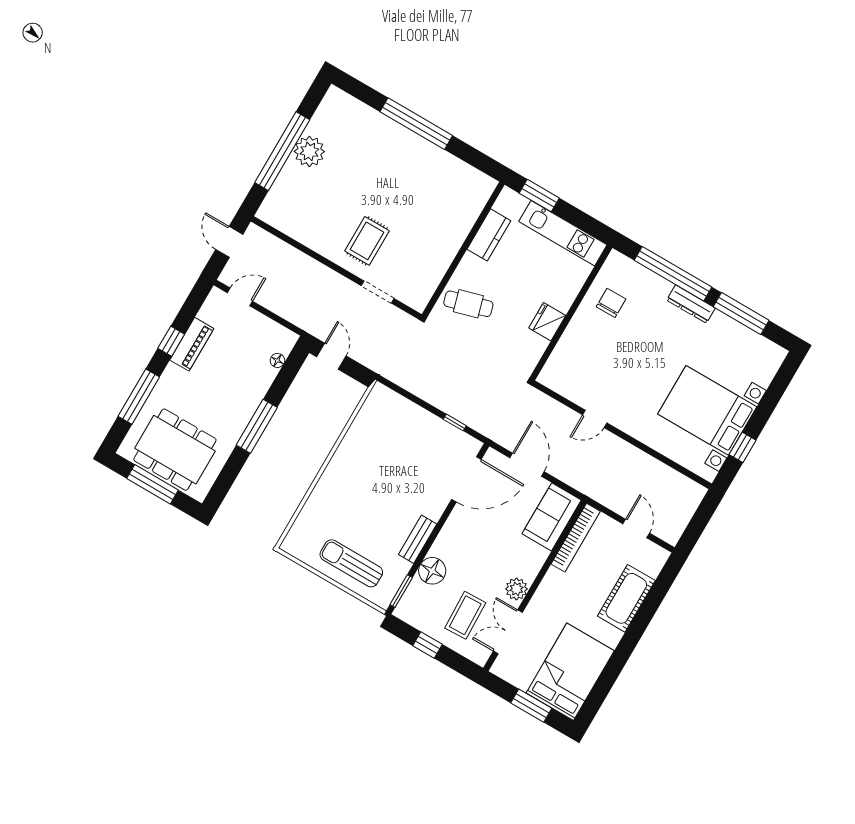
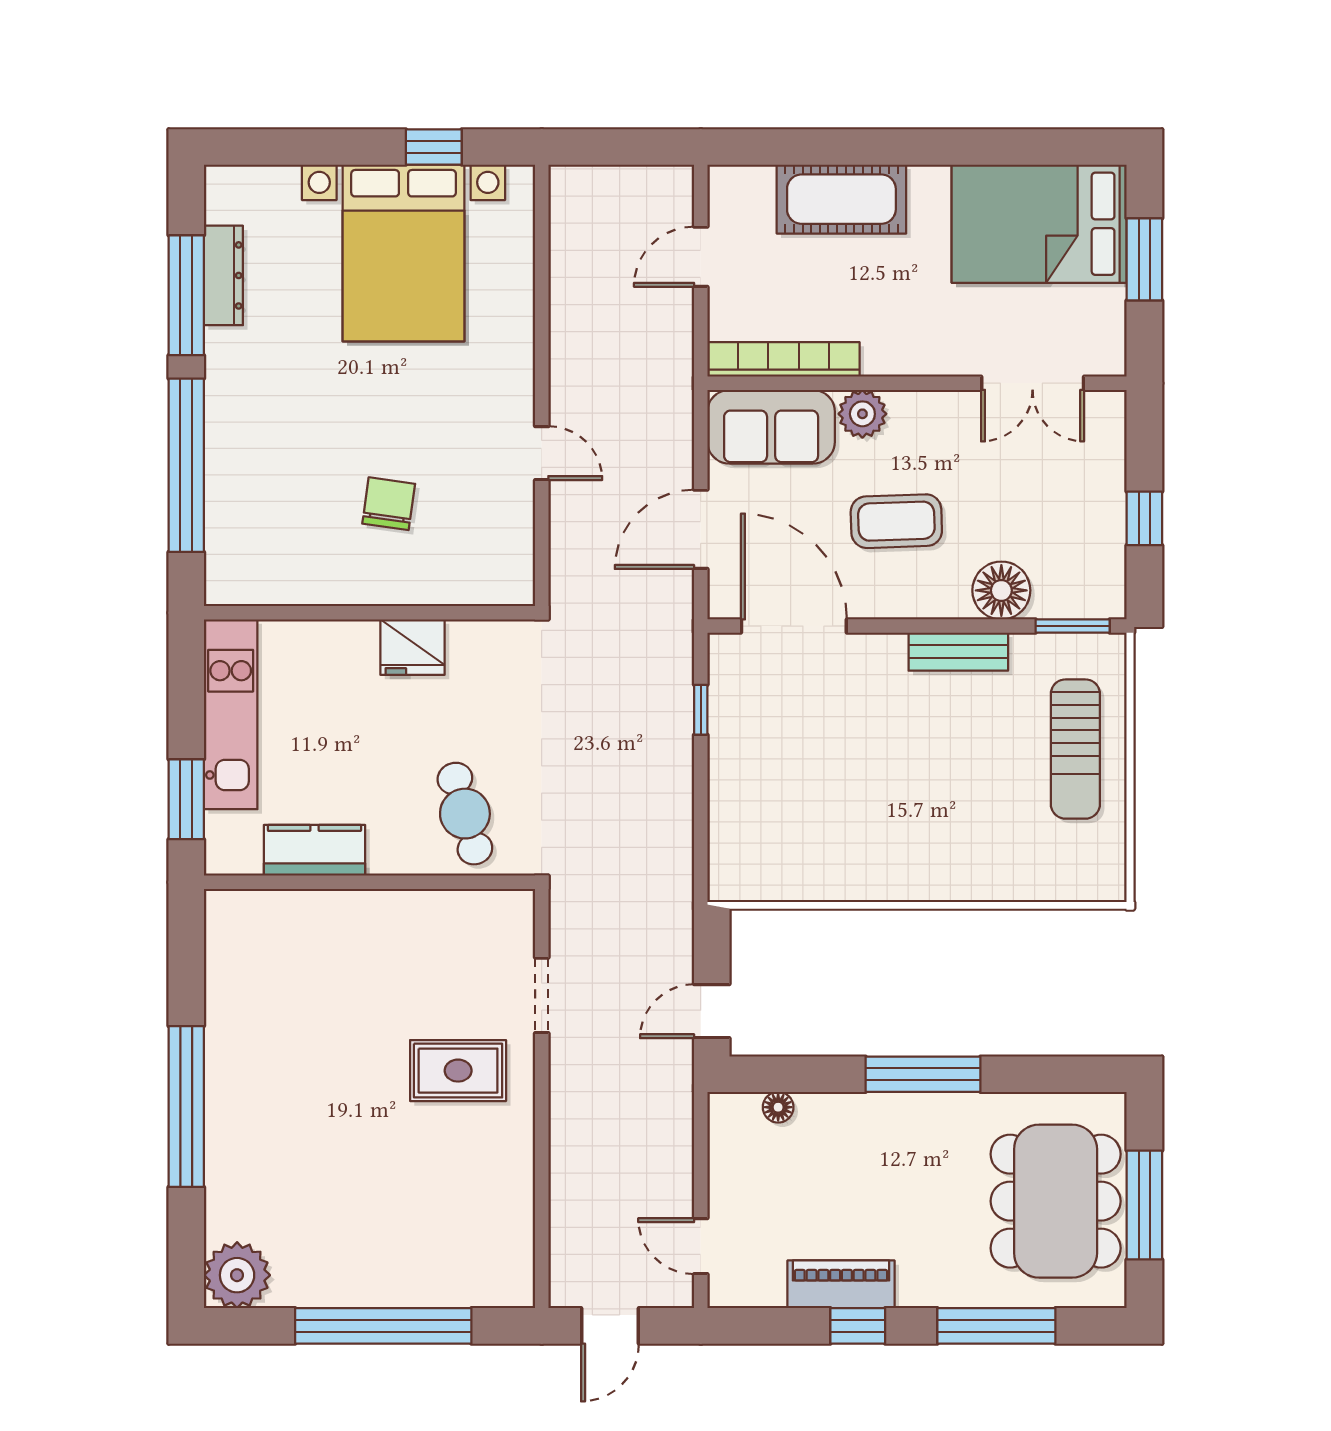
plant: (309, 151) -> (237, 1275), moved
chair: (611, 303) -> (389, 504), moved, turned 98
dresser: (691, 304) -> (223, 275), moved
plant: (516, 589) -> (862, 414), moved
coffee table: (465, 615) -> (896, 521), moved

